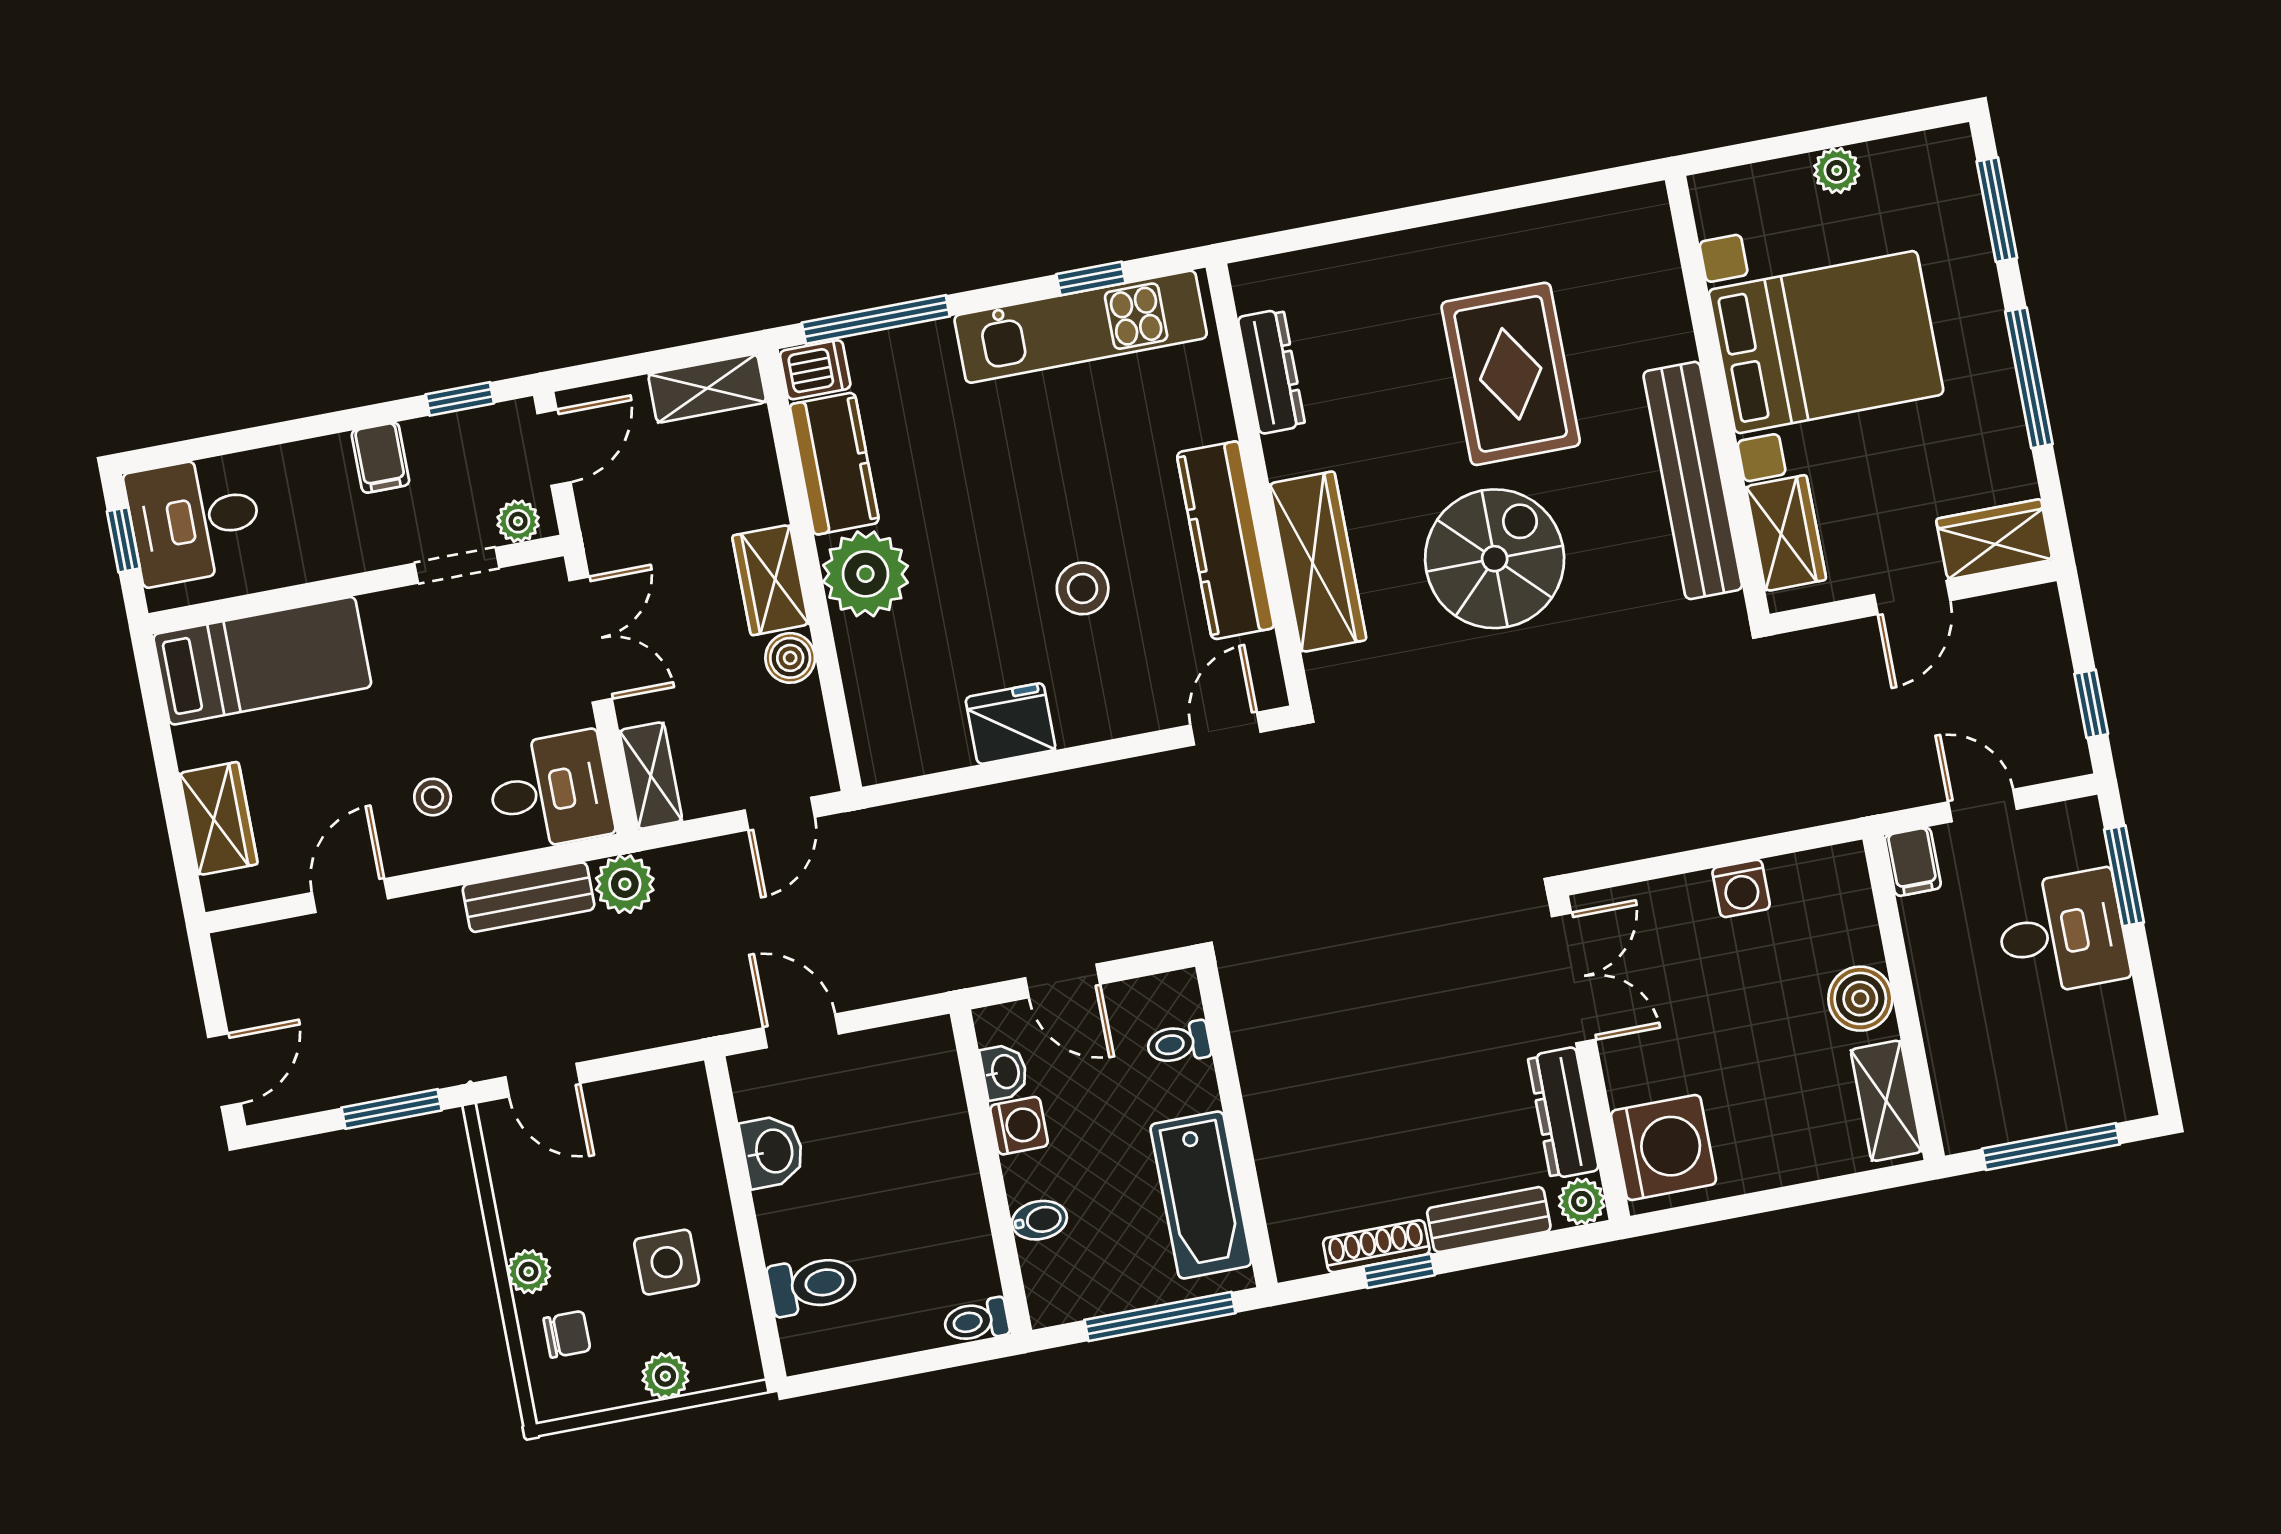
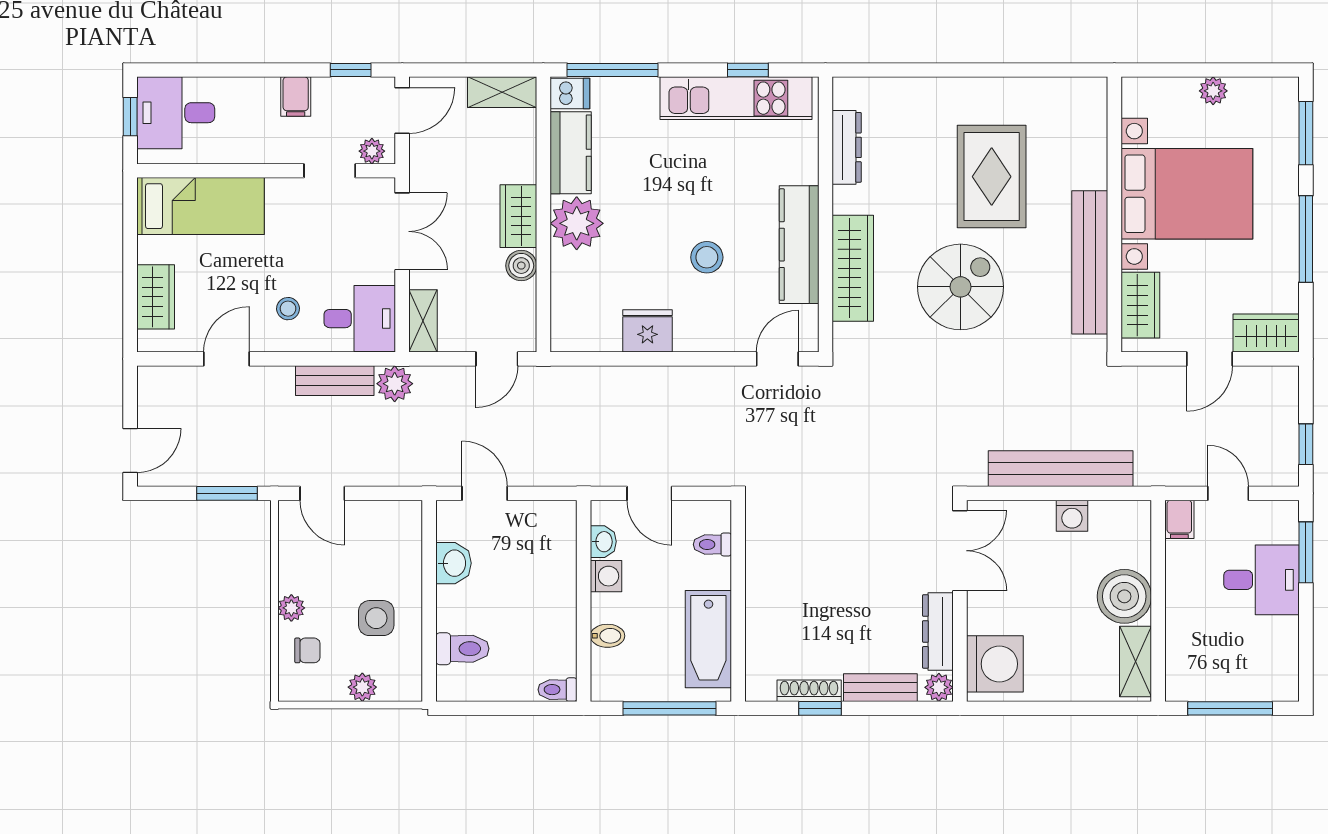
bench: (1709, 817) -> (1061, 469), added
boiler: (1860, 999) -> (1124, 596), width x1.37, depth x1.37

